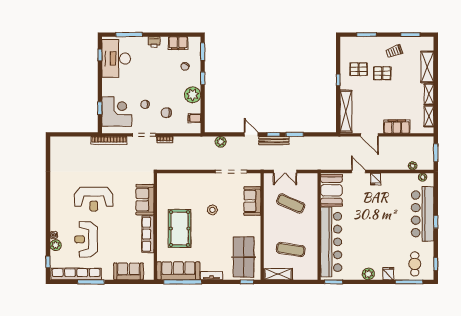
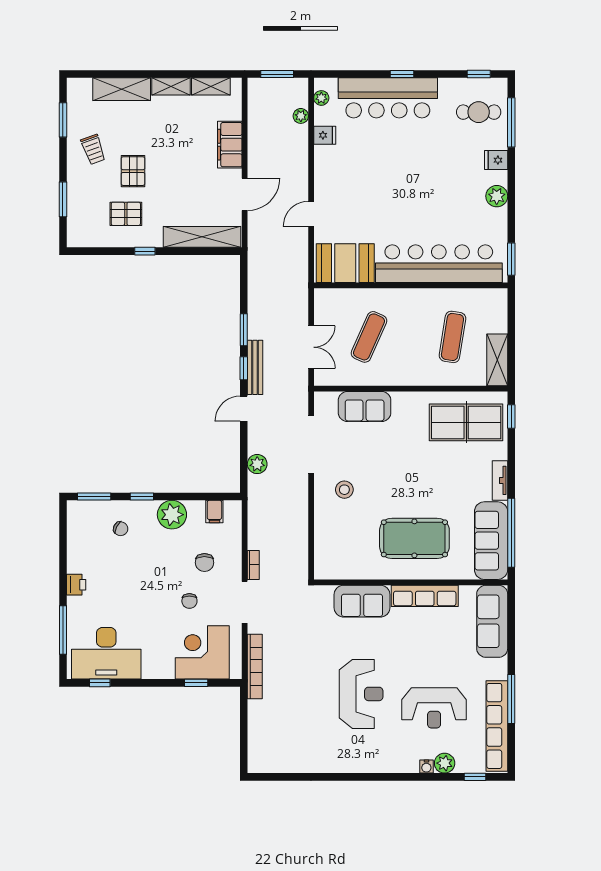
filing cabinet: (178, 43) -> (78, 541), removed
pallet: (359, 69) -> (126, 214), turned 90
fridge: (376, 179) -> (325, 135), moved
stool: (212, 210) -> (344, 490), moved
sofa: (129, 271) -> (492, 621), width x1.36

